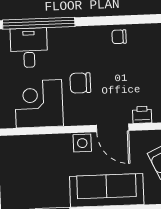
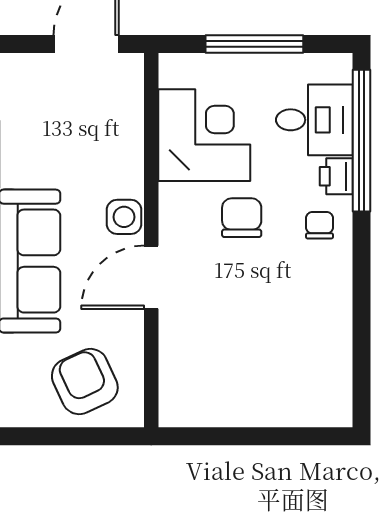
chair: (119, 37) -> (320, 225), moved
printer: (142, 115) -> (336, 176), moved, turned 180

